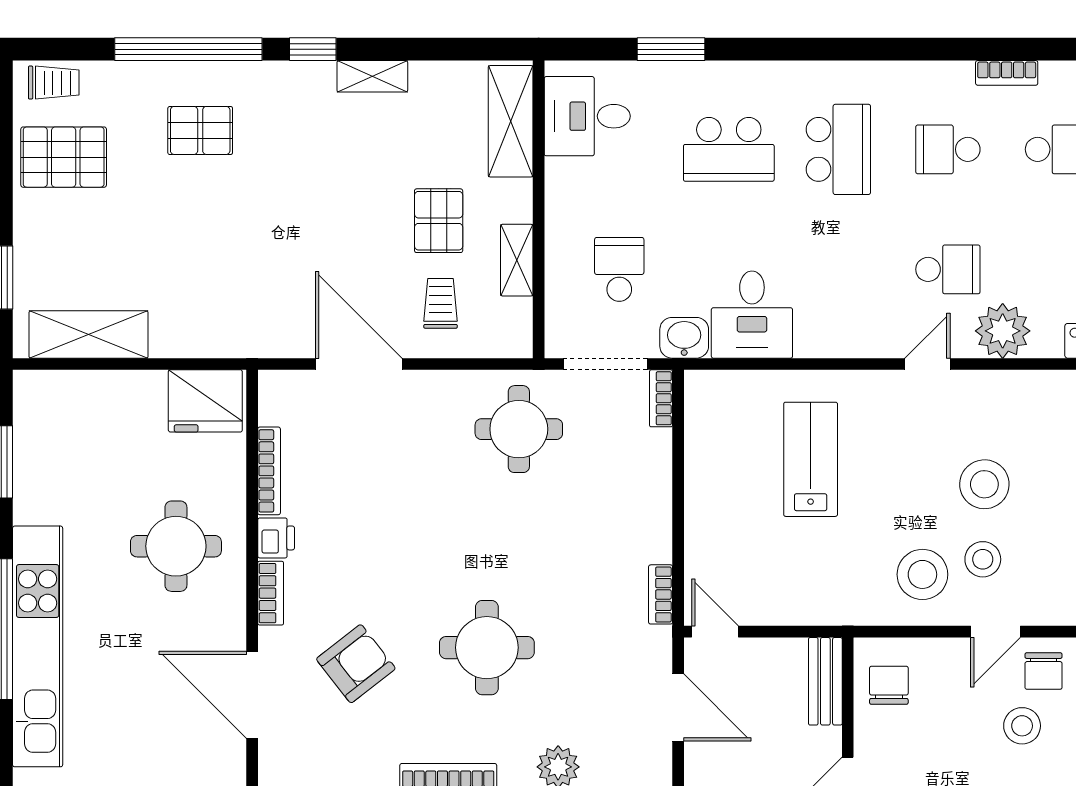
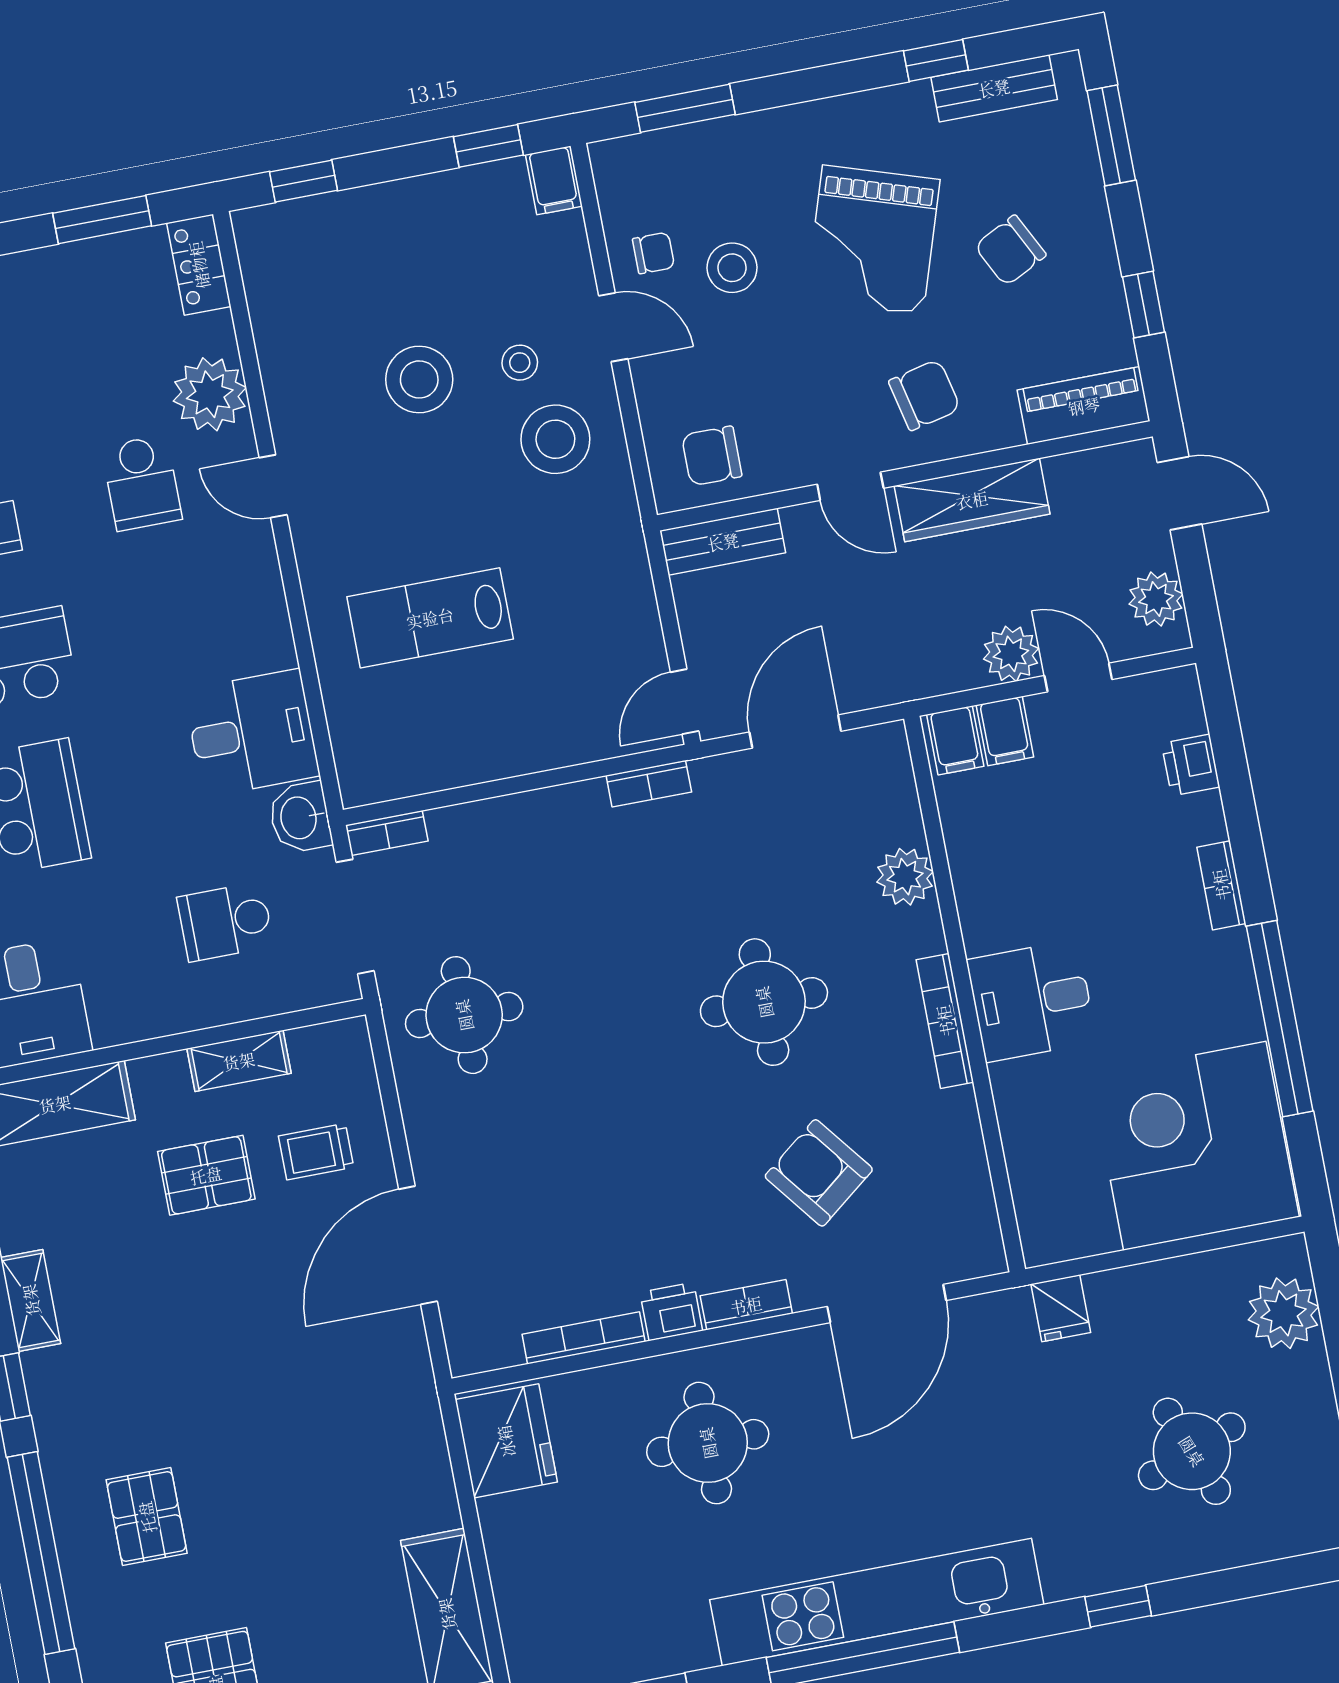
school desk: (948, 269) -> (142, 483), turned 180
stool: (983, 559) -> (520, 363), width x0.73, depth x0.73
chair: (1044, 671) -> (653, 253), width x0.73, depth x0.73

